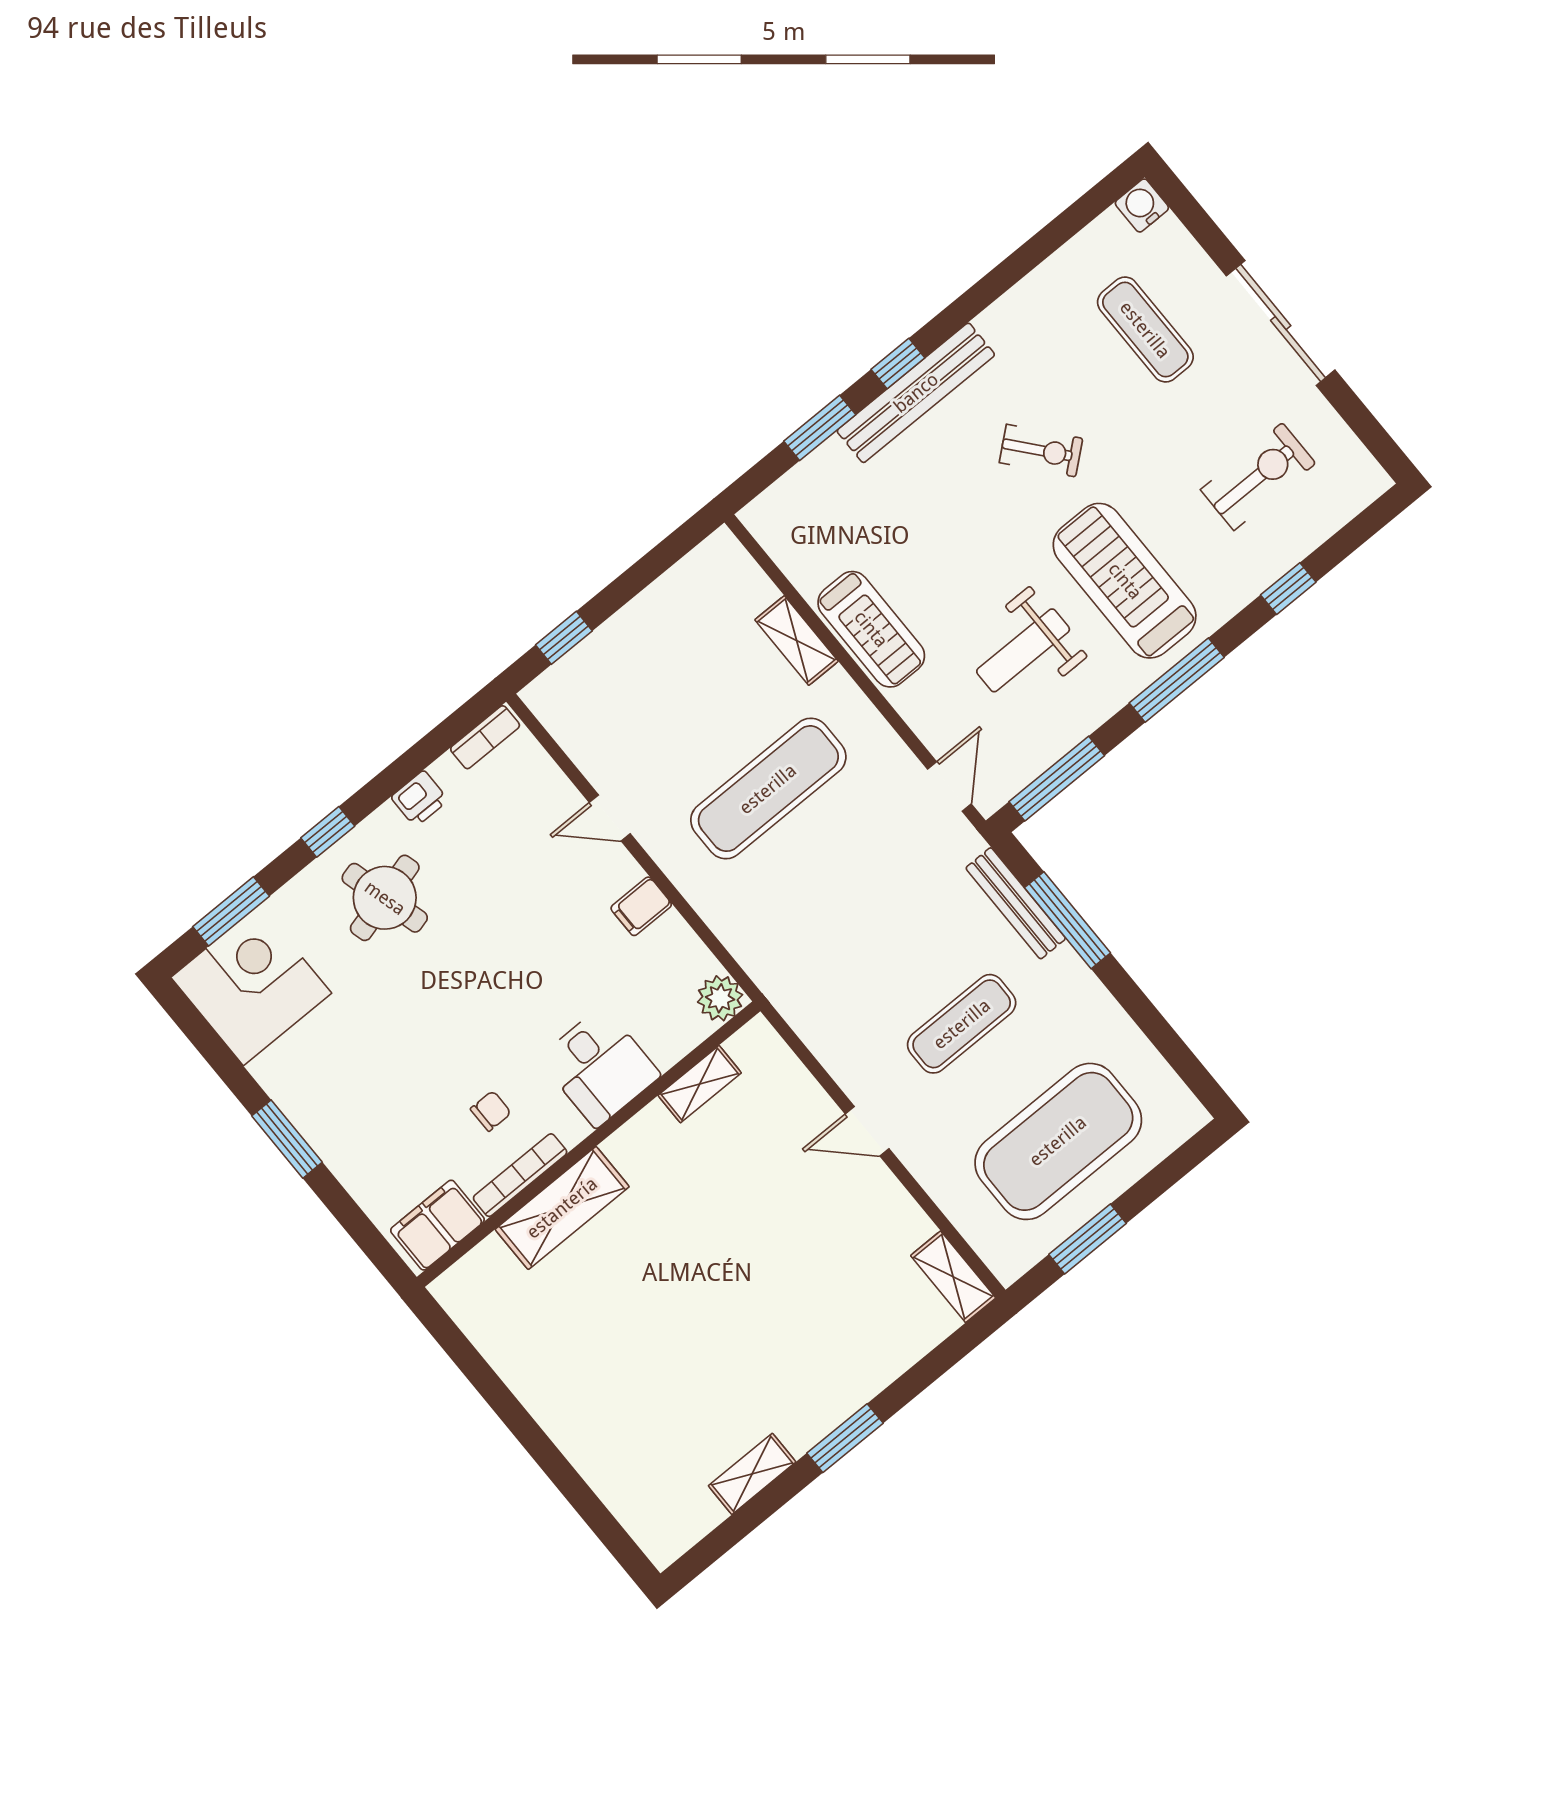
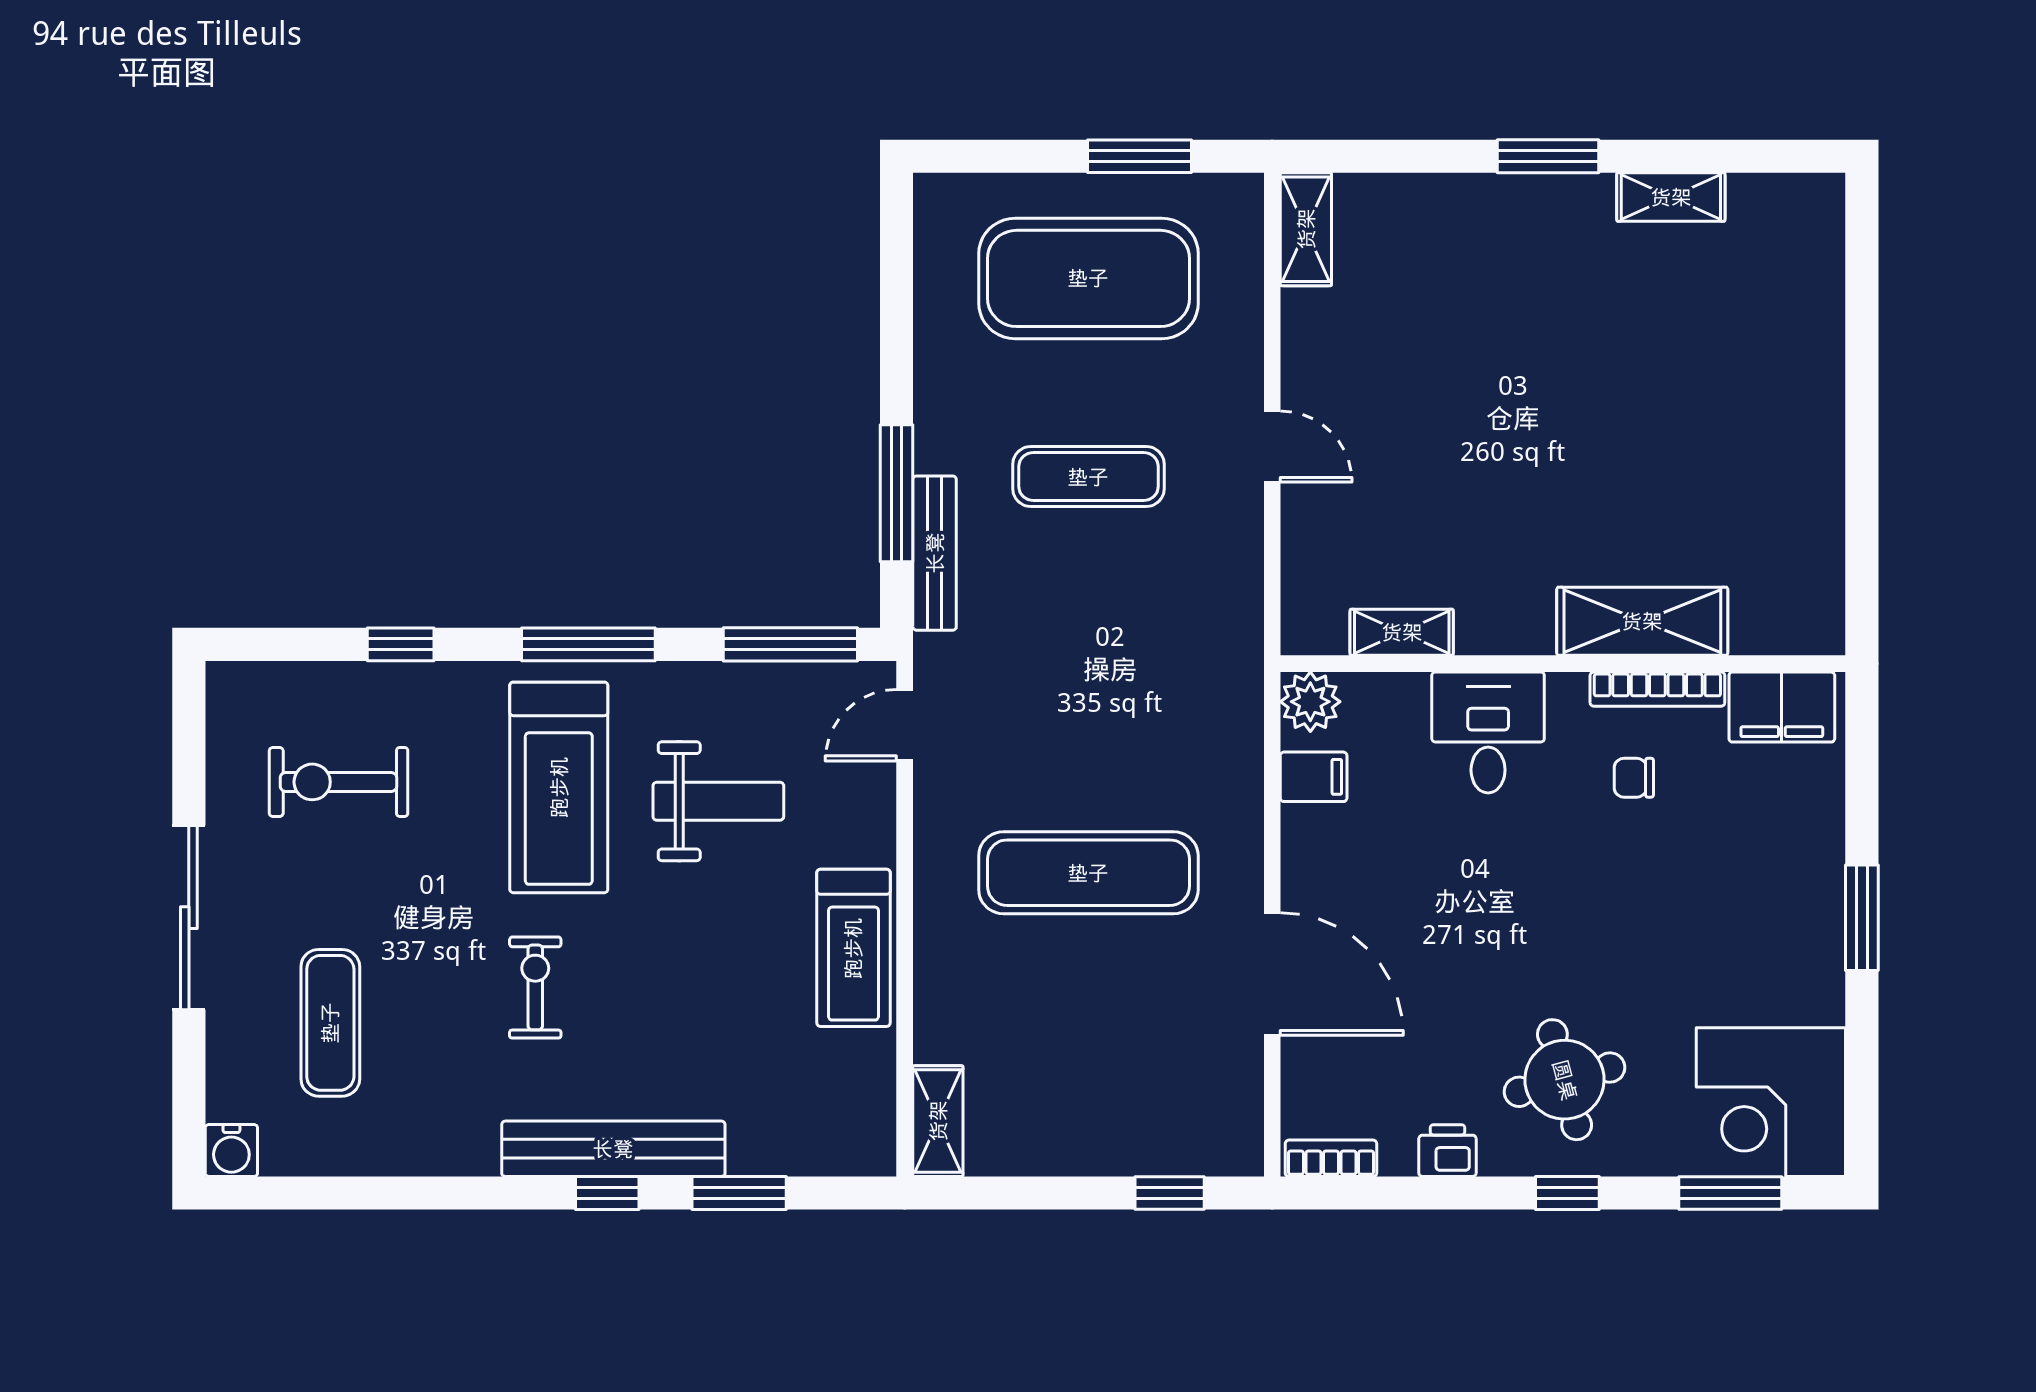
exercise bike: (1041, 451) -> (535, 987), turned 40
treadmill: (871, 629) -> (853, 948), turned 180
shelving: (797, 641) -> (938, 1121), moved
door: (610, 818) -> (1272, 974), width x1.88
filing cabinet: (641, 906) -> (1314, 777), moved

